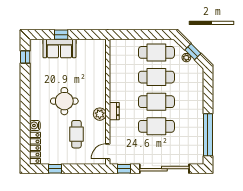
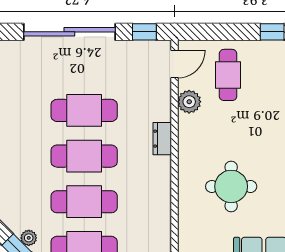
round table: (64, 101) -> (231, 186), moved
plant: (100, 114) -> (189, 102), moved
cafe table: (76, 134) -> (228, 75), moved

